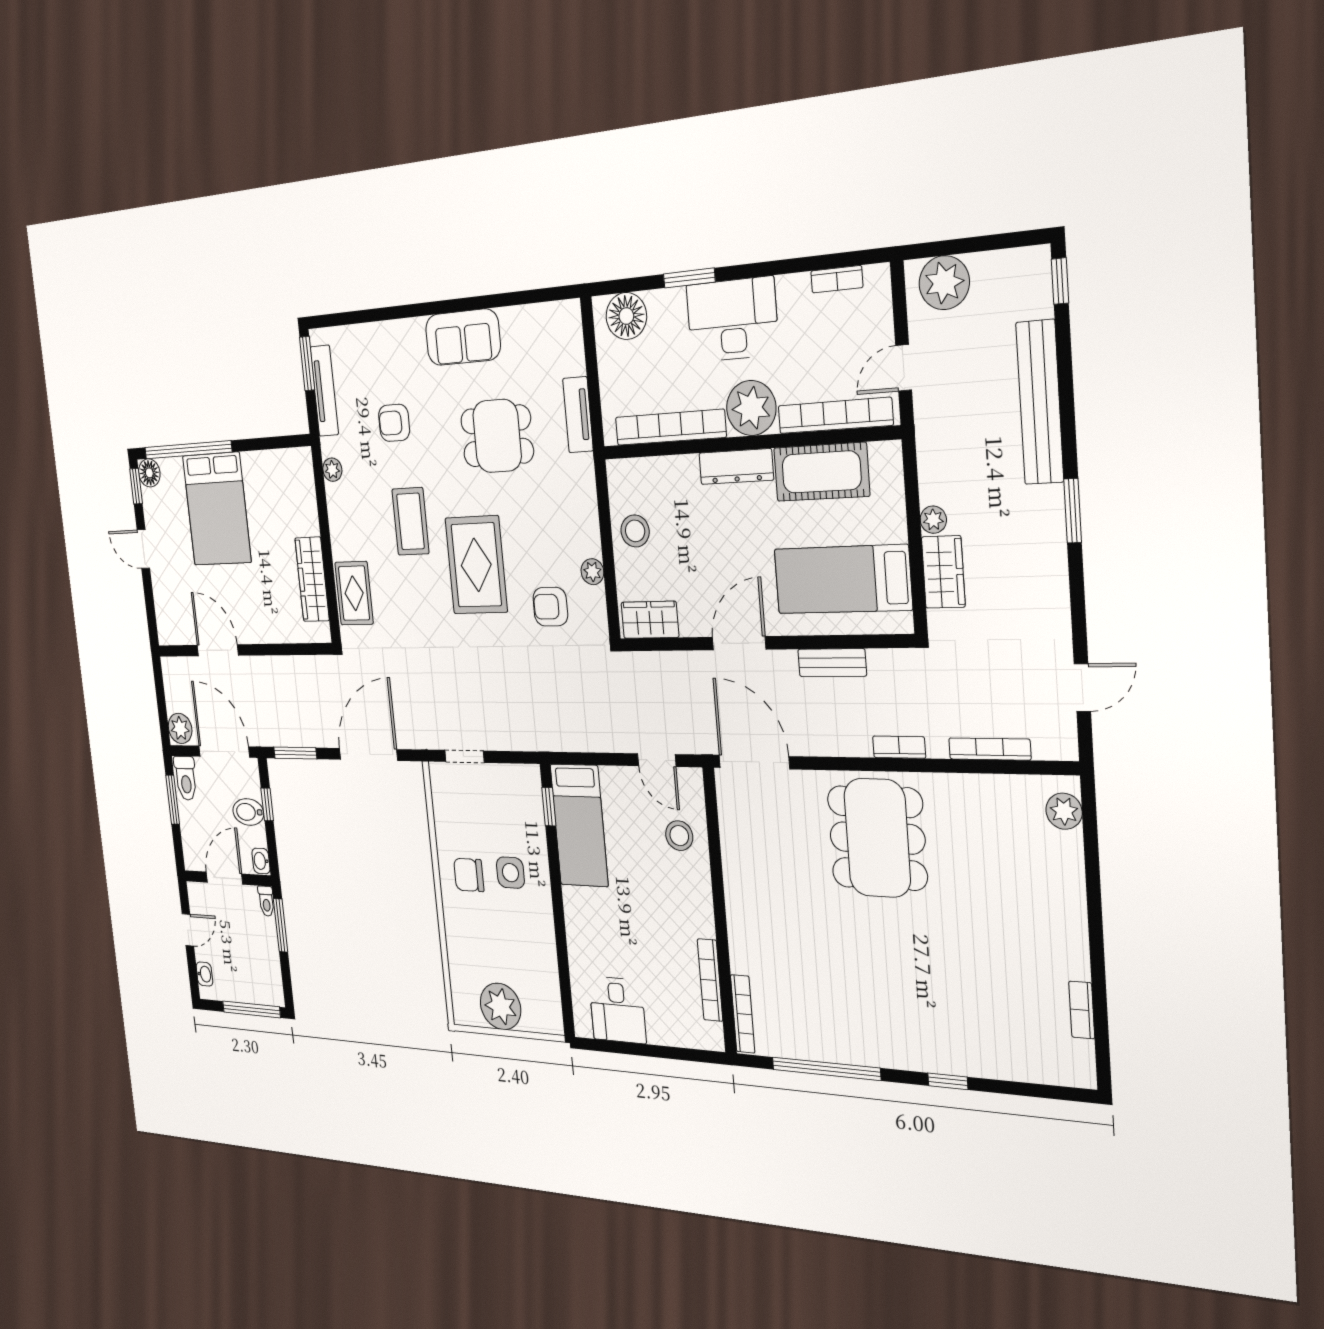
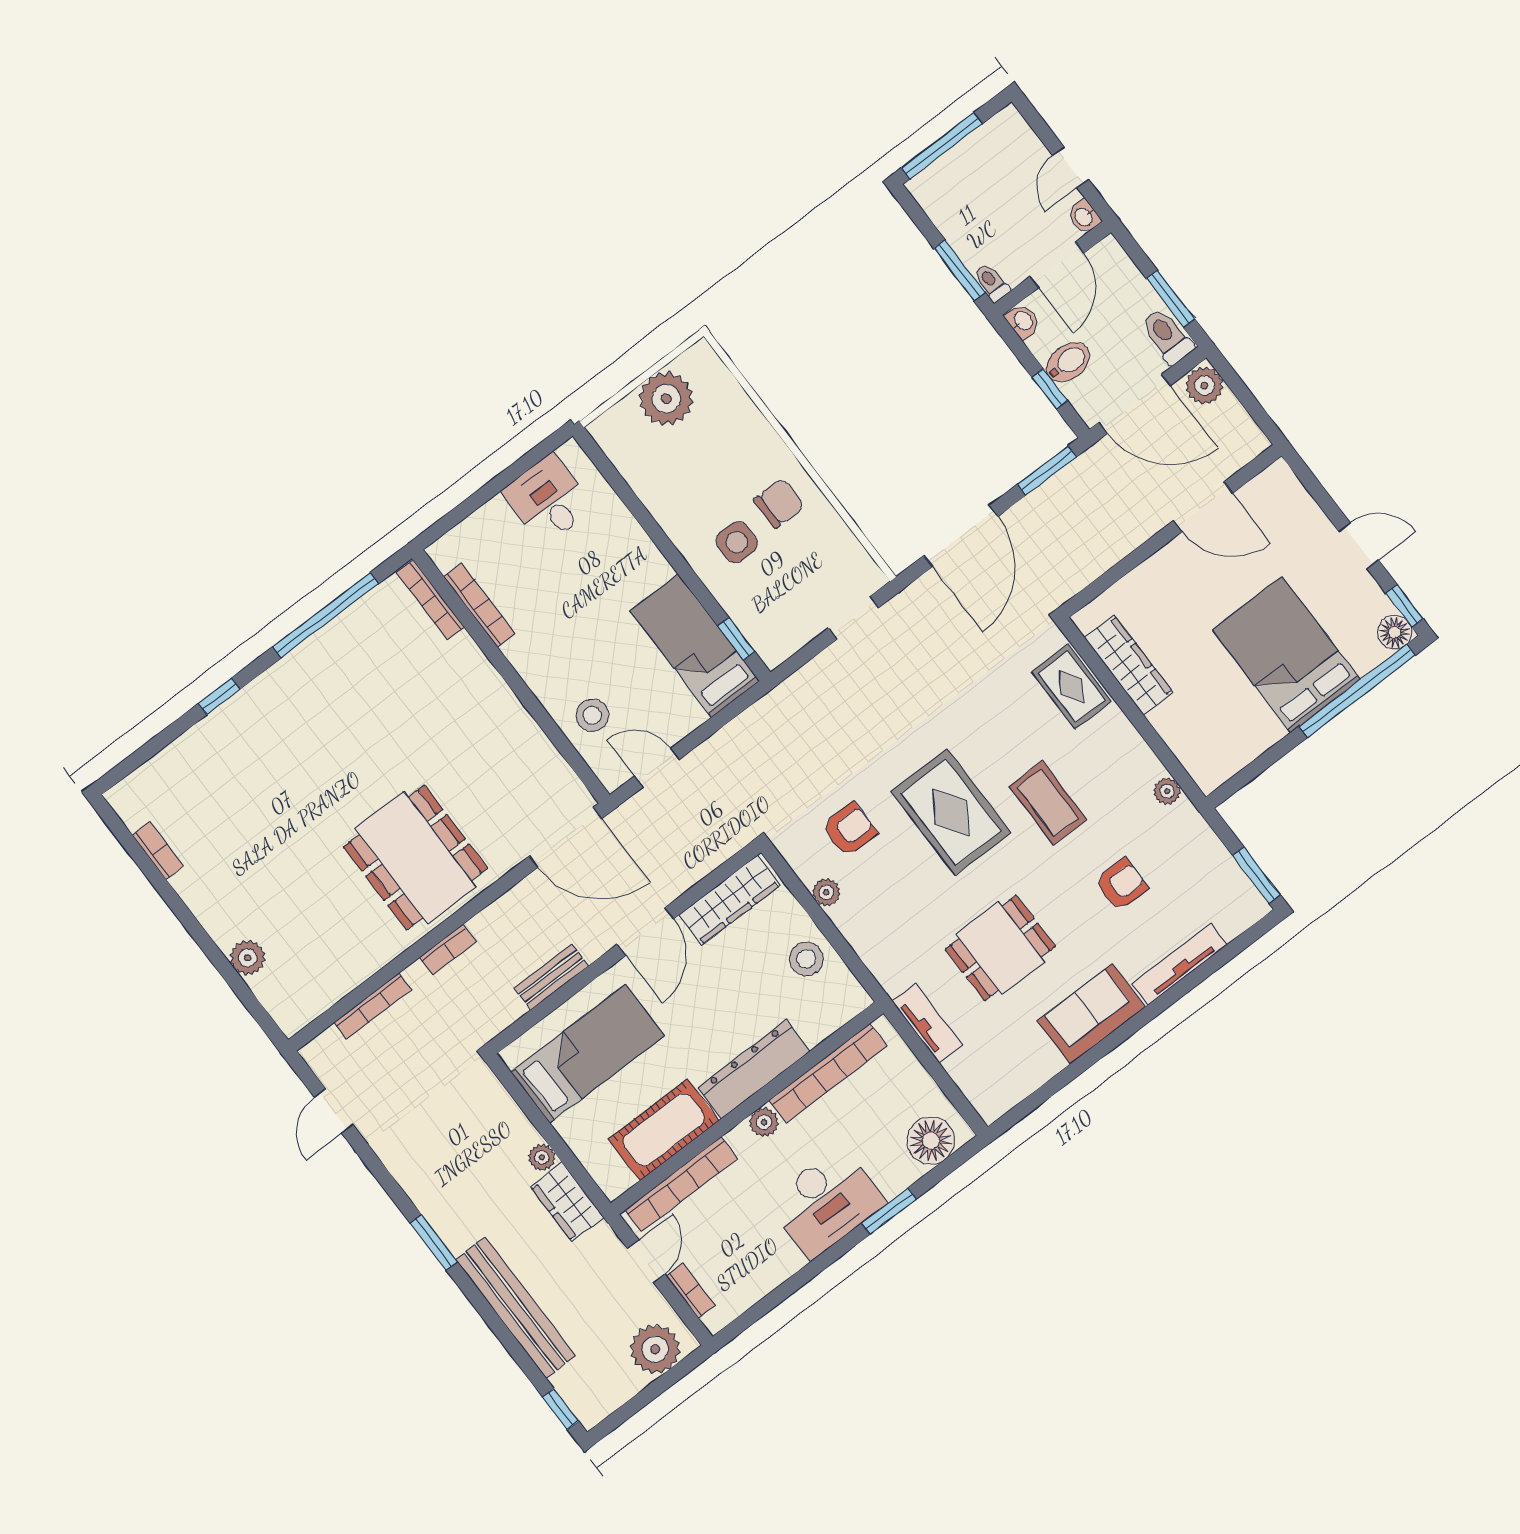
bookcase: (837, 279) -> (691, 1291), moved, turned 90
tv unit: (324, 391) -> (1179, 964), moved, turned 90
plant: (751, 408) -> (764, 1122), width x0.53, depth x0.53
dresser: (736, 467) -> (754, 1069), width x1.37, depth x1.24
wardrobe: (943, 572) -> (567, 1202), moved
wardrobe: (650, 620) -> (730, 900), width x1.50
plant: (1064, 811) -> (248, 958), moved
washbasin: (204, 974) -> (1084, 217), moved

